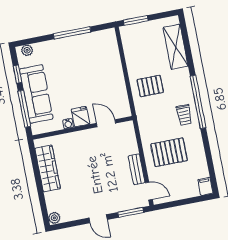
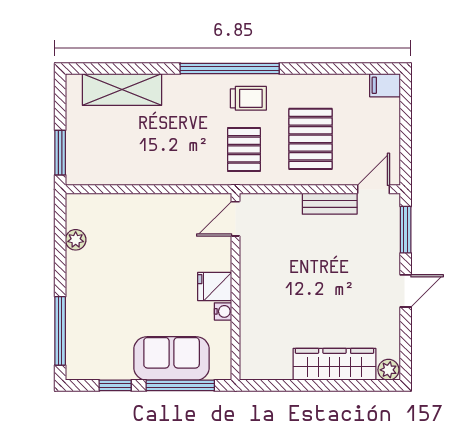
window: (72, 33) -> (60, 331), moved
plant: (27, 50) -> (76, 240), moved
pallet: (150, 86) -> (244, 149), moved
sofa: (36, 94) -> (172, 358), width x0.73
door: (106, 123) -> (235, 219), moved
wardrobe: (48, 168) -> (335, 364), moved

